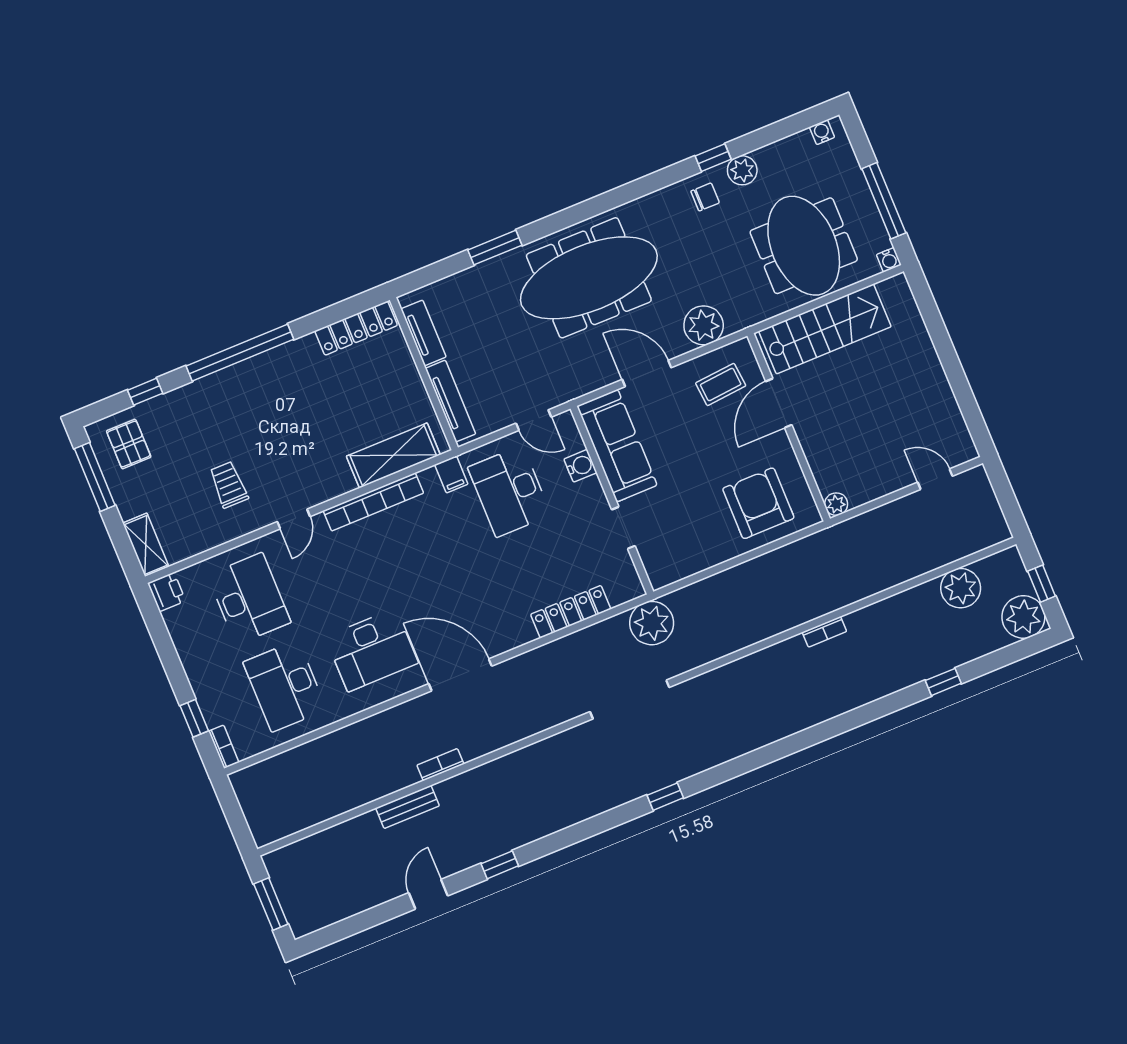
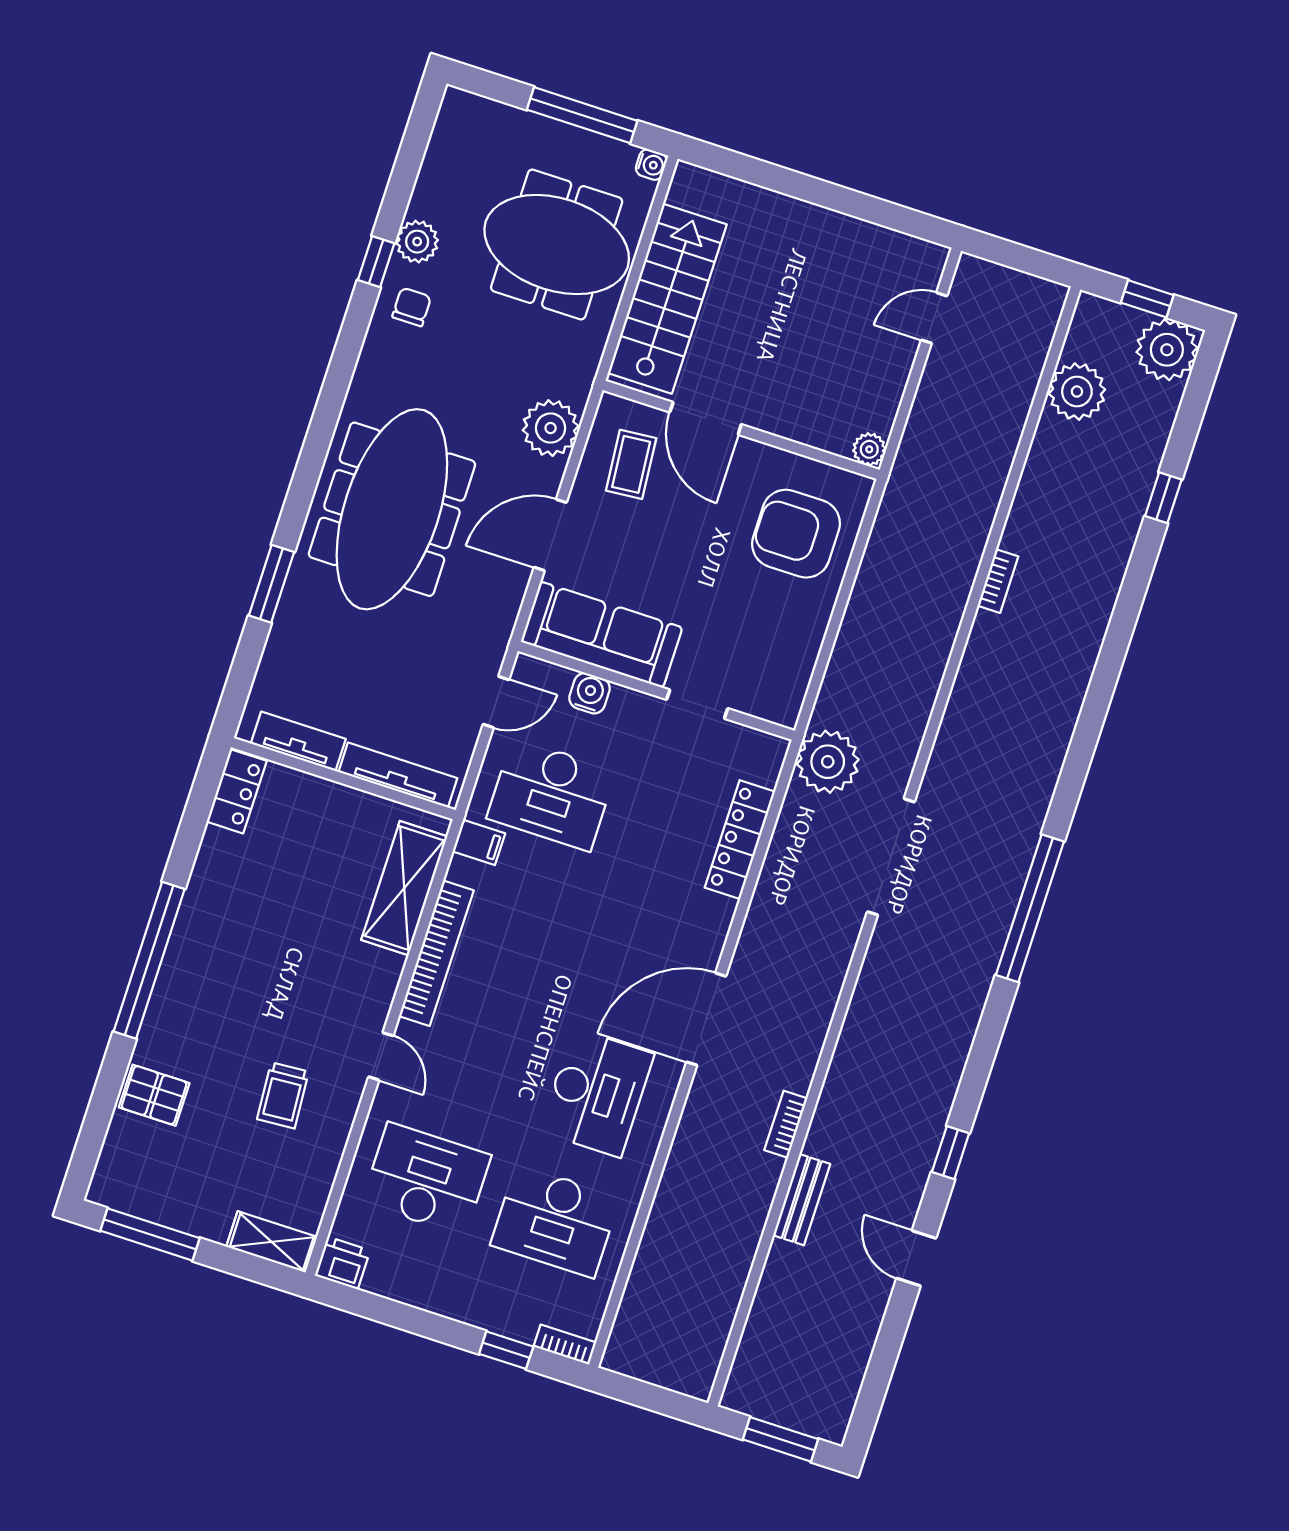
water cooler: (822, 132) -> (450, 119), removed
locker: (356, 328) -> (237, 791), width x0.66
window: (145, 392) -> (104, 1100), removed
pallet: (129, 444) -> (154, 1095), moved
trolley: (229, 485) -> (283, 1095), turned -94
window: (665, 797) -> (1030, 908), width x3.17

